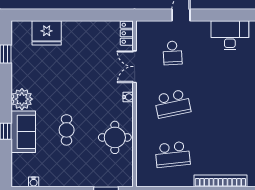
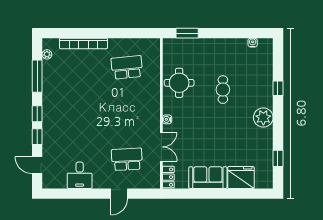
desk: (230, 35) -> (80, 175), width x0.73
school desk: (172, 53) -> (127, 159), width x1.85
school desk: (172, 104) -> (127, 113), removed
sofa: (23, 132) -> (208, 178), moved, turned 90

